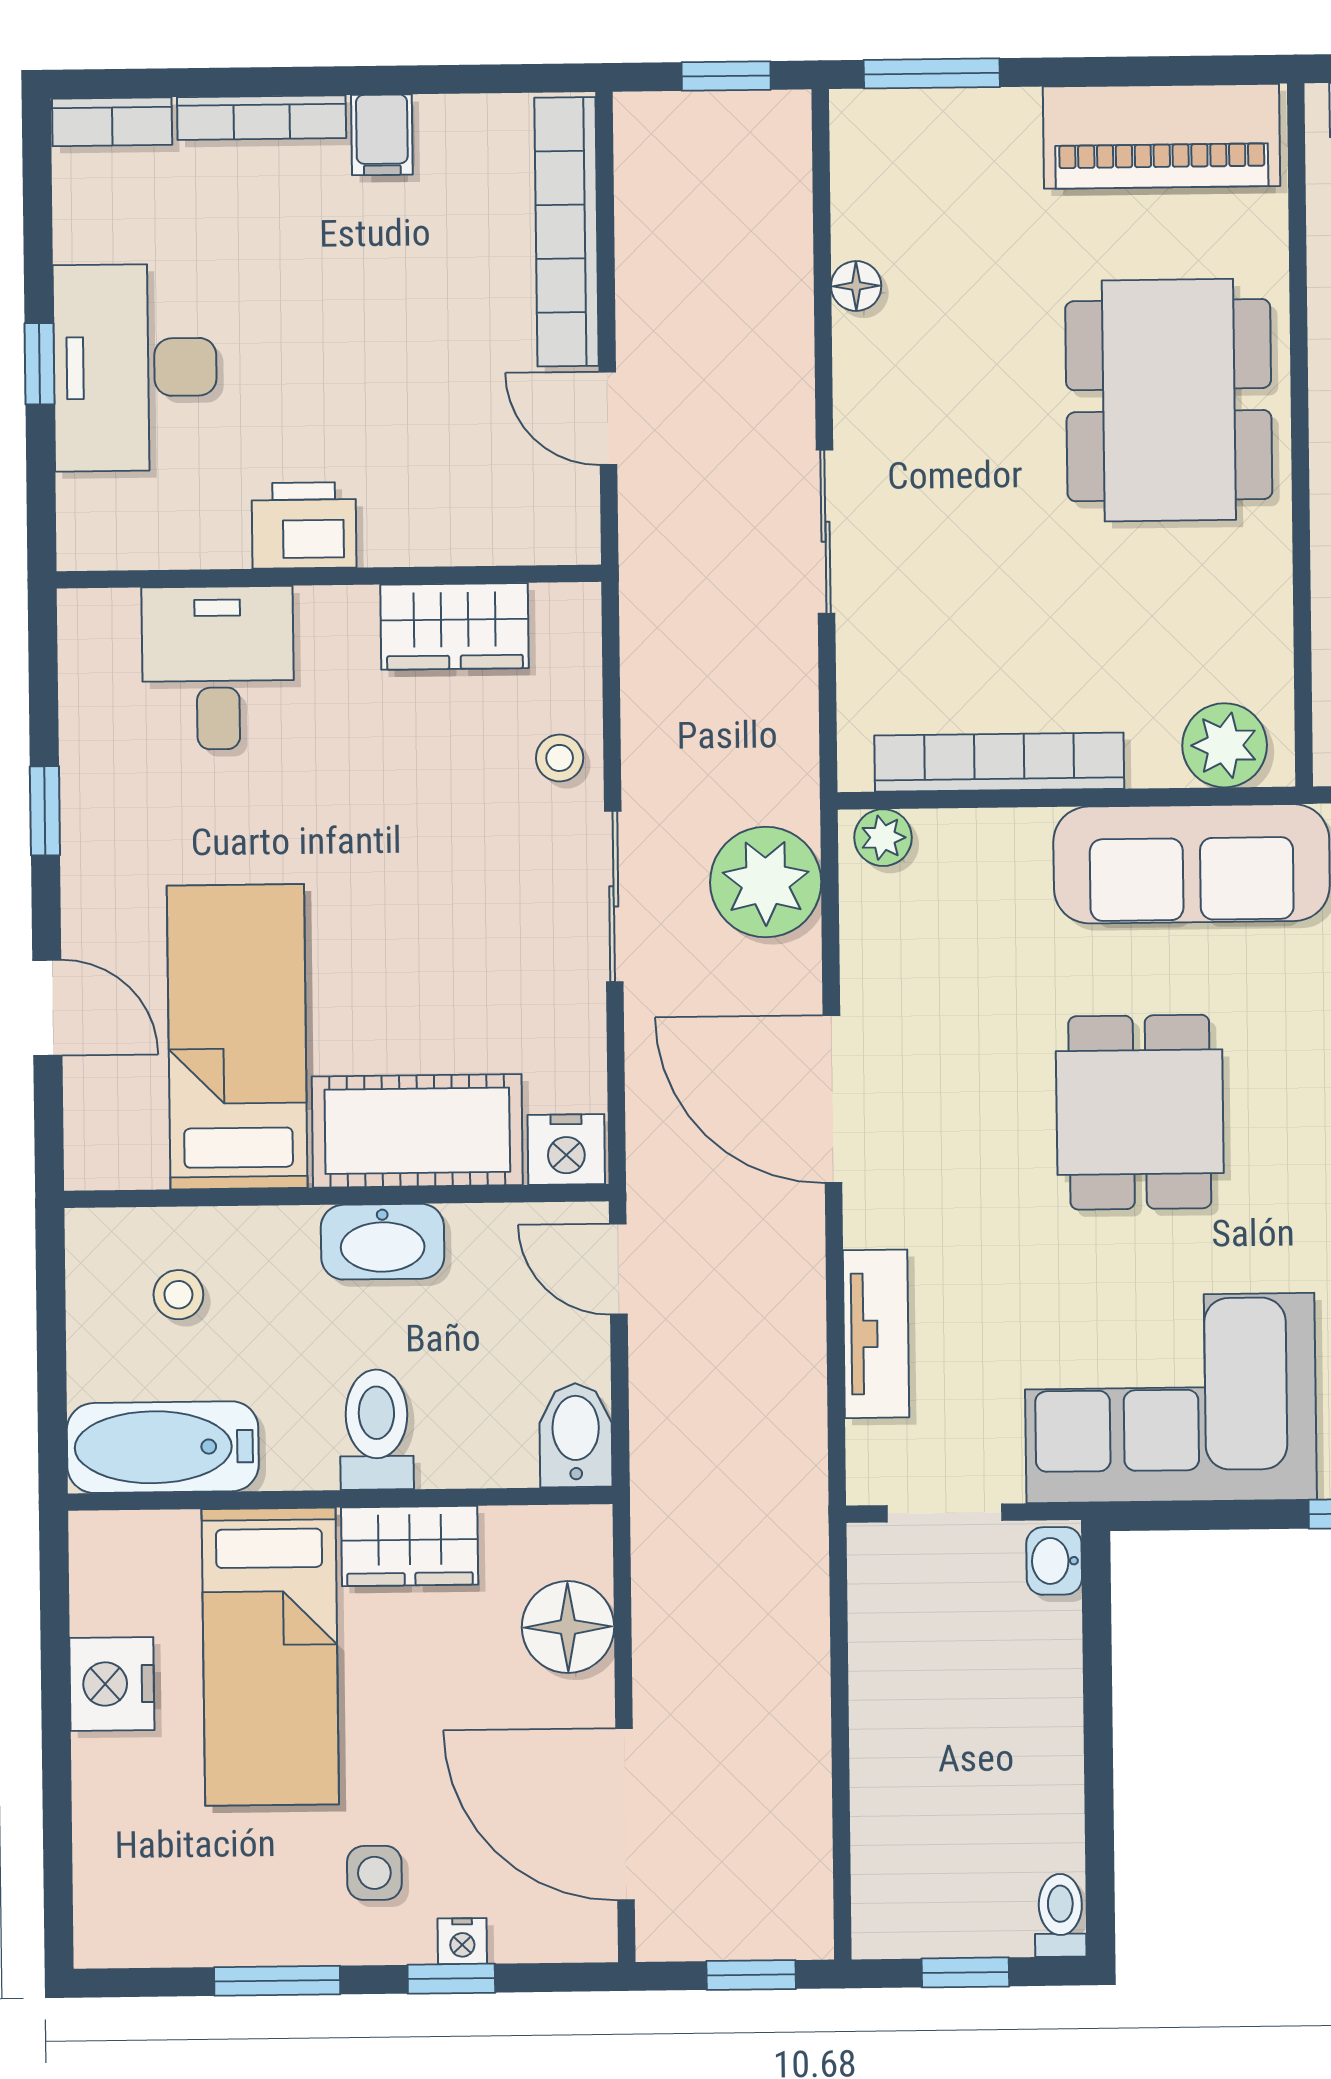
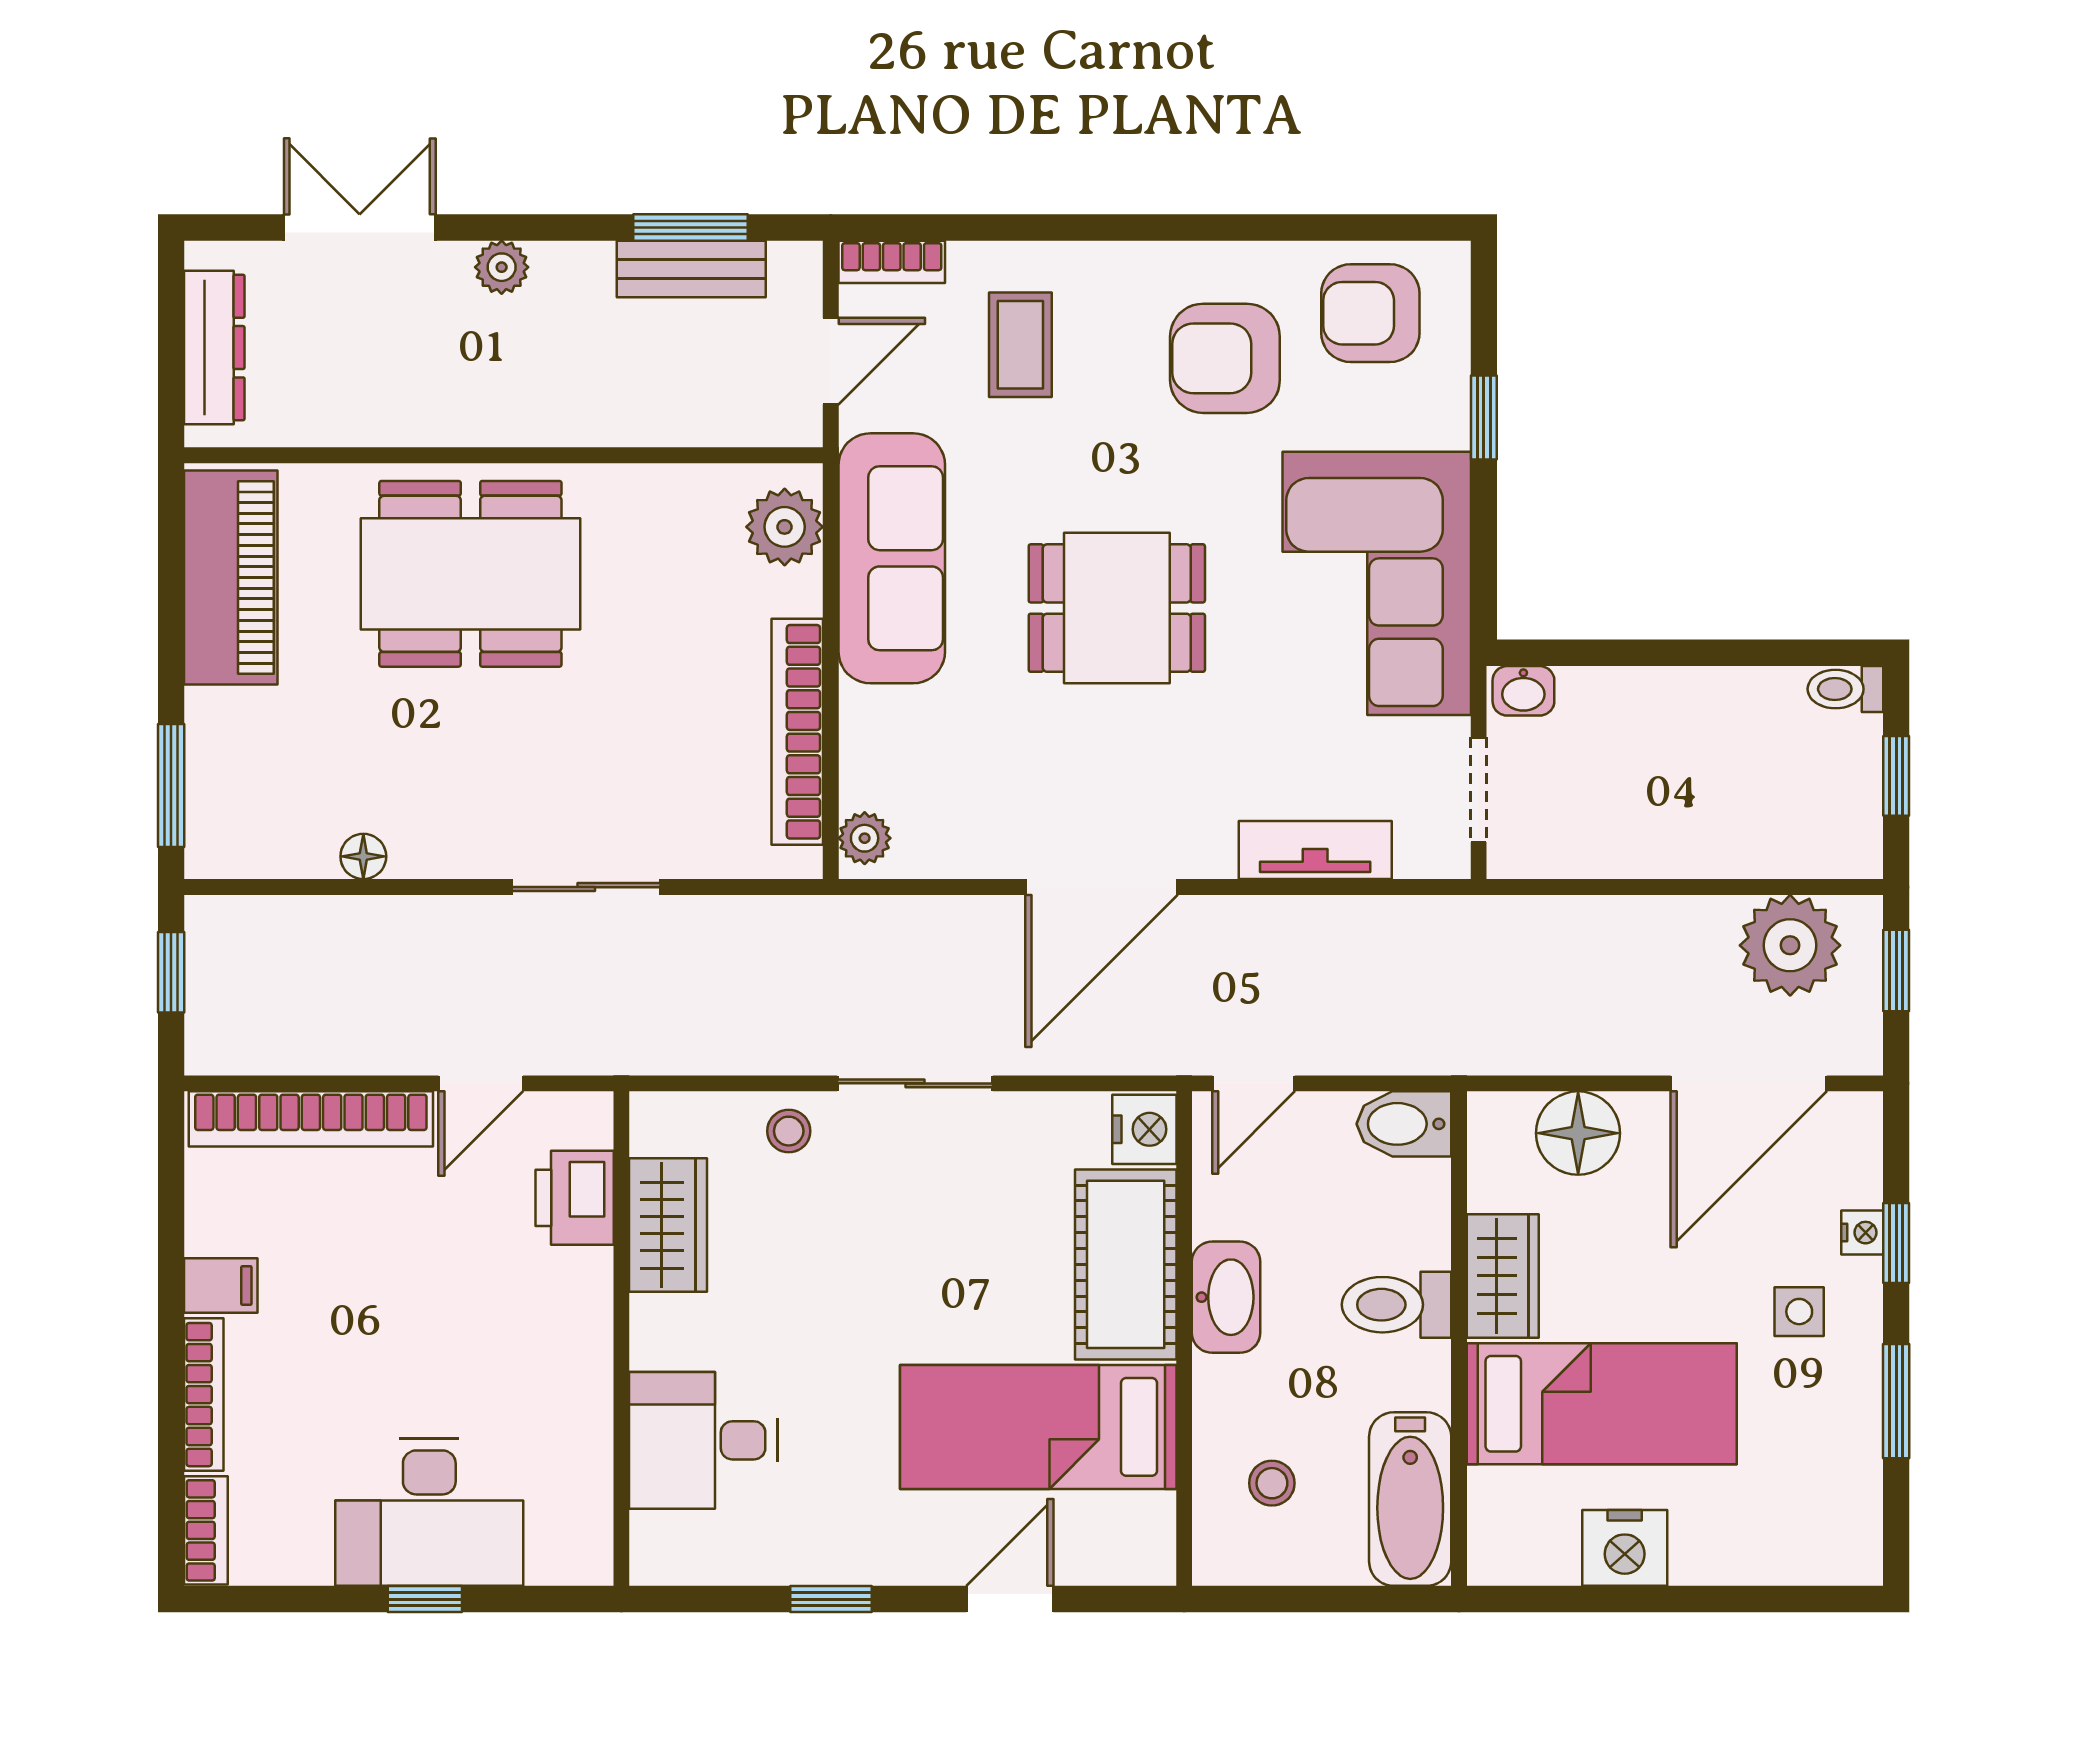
printer: (304, 525) -> (575, 1198), moved
plant: (766, 882) -> (1790, 945), moved

